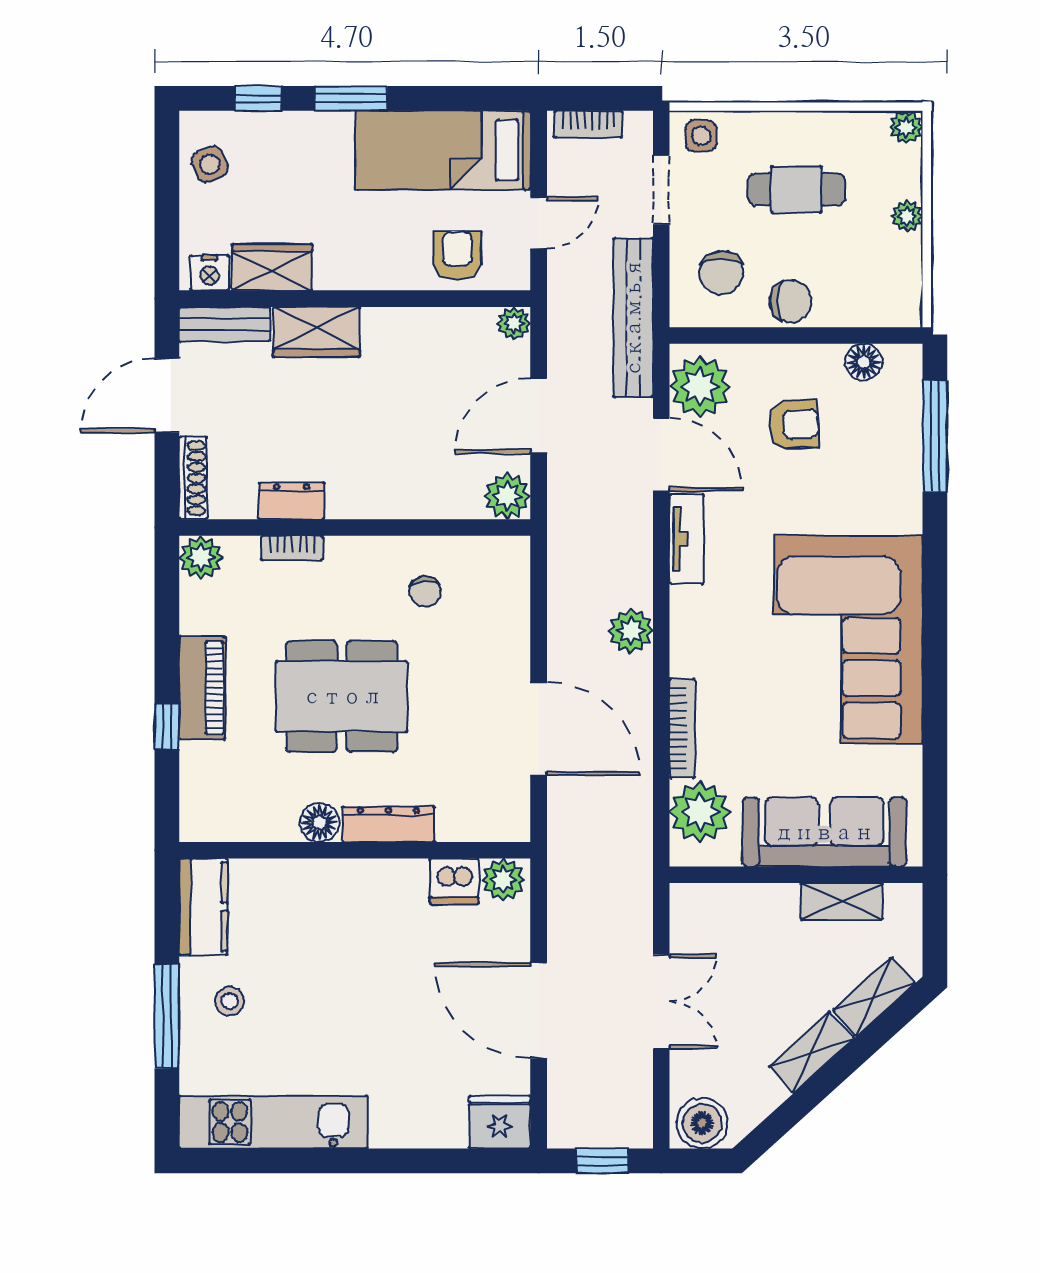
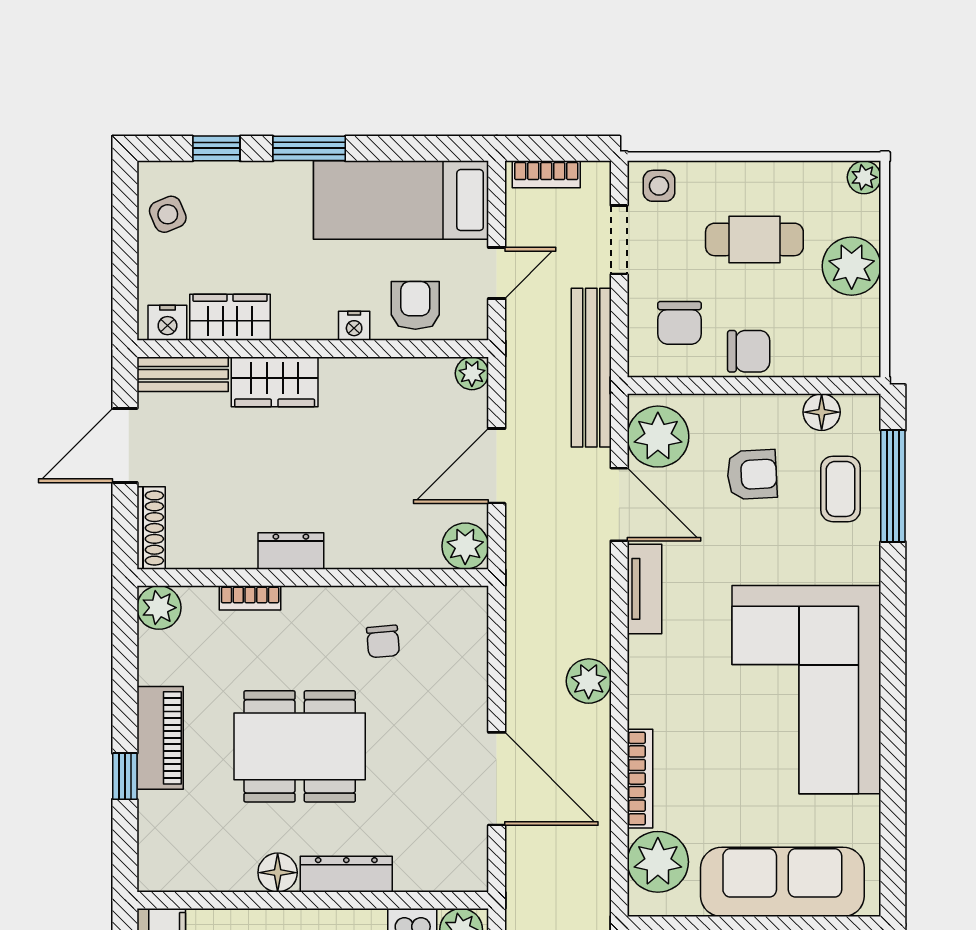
plant: (907, 216) -> (852, 266), width x1.88, depth x1.88
nightstand: (396, 276) -> (354, 326), added
coffee table: (883, 439) -> (841, 489), added
dresser: (292, 501) -> (291, 551), moved

